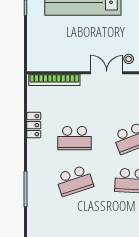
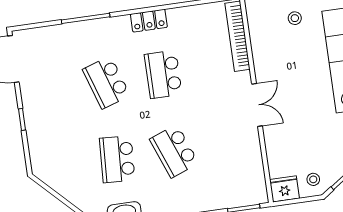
stool: (129, 59) -> (295, 18), moved
locker: (34, 125) -> (149, 21), moved

